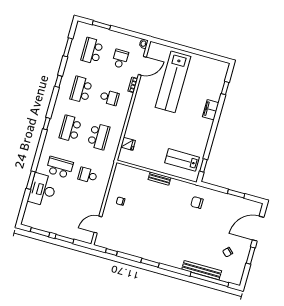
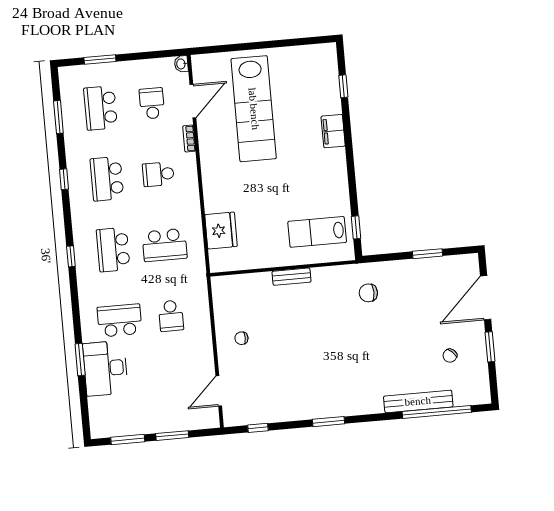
school desk: (109, 98) -> (158, 174), turned 180
school desk: (99, 136) -> (165, 245), turned 90
fridge: (128, 144) -> (221, 230), width x1.88, depth x1.34
school desk: (88, 175) -> (171, 316), turned -90

